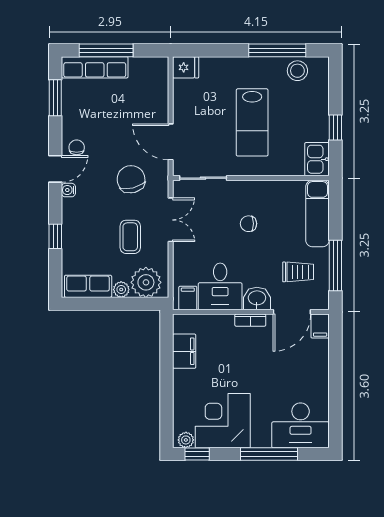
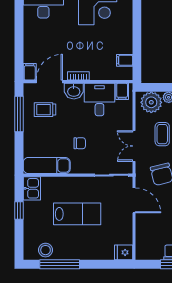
lab bench: (252, 122) -> (77, 214), turned 90
exam couch: (317, 214) -> (47, 166), moved, turned -90
filing cabinet: (184, 351) -> (125, 60), width x0.50

